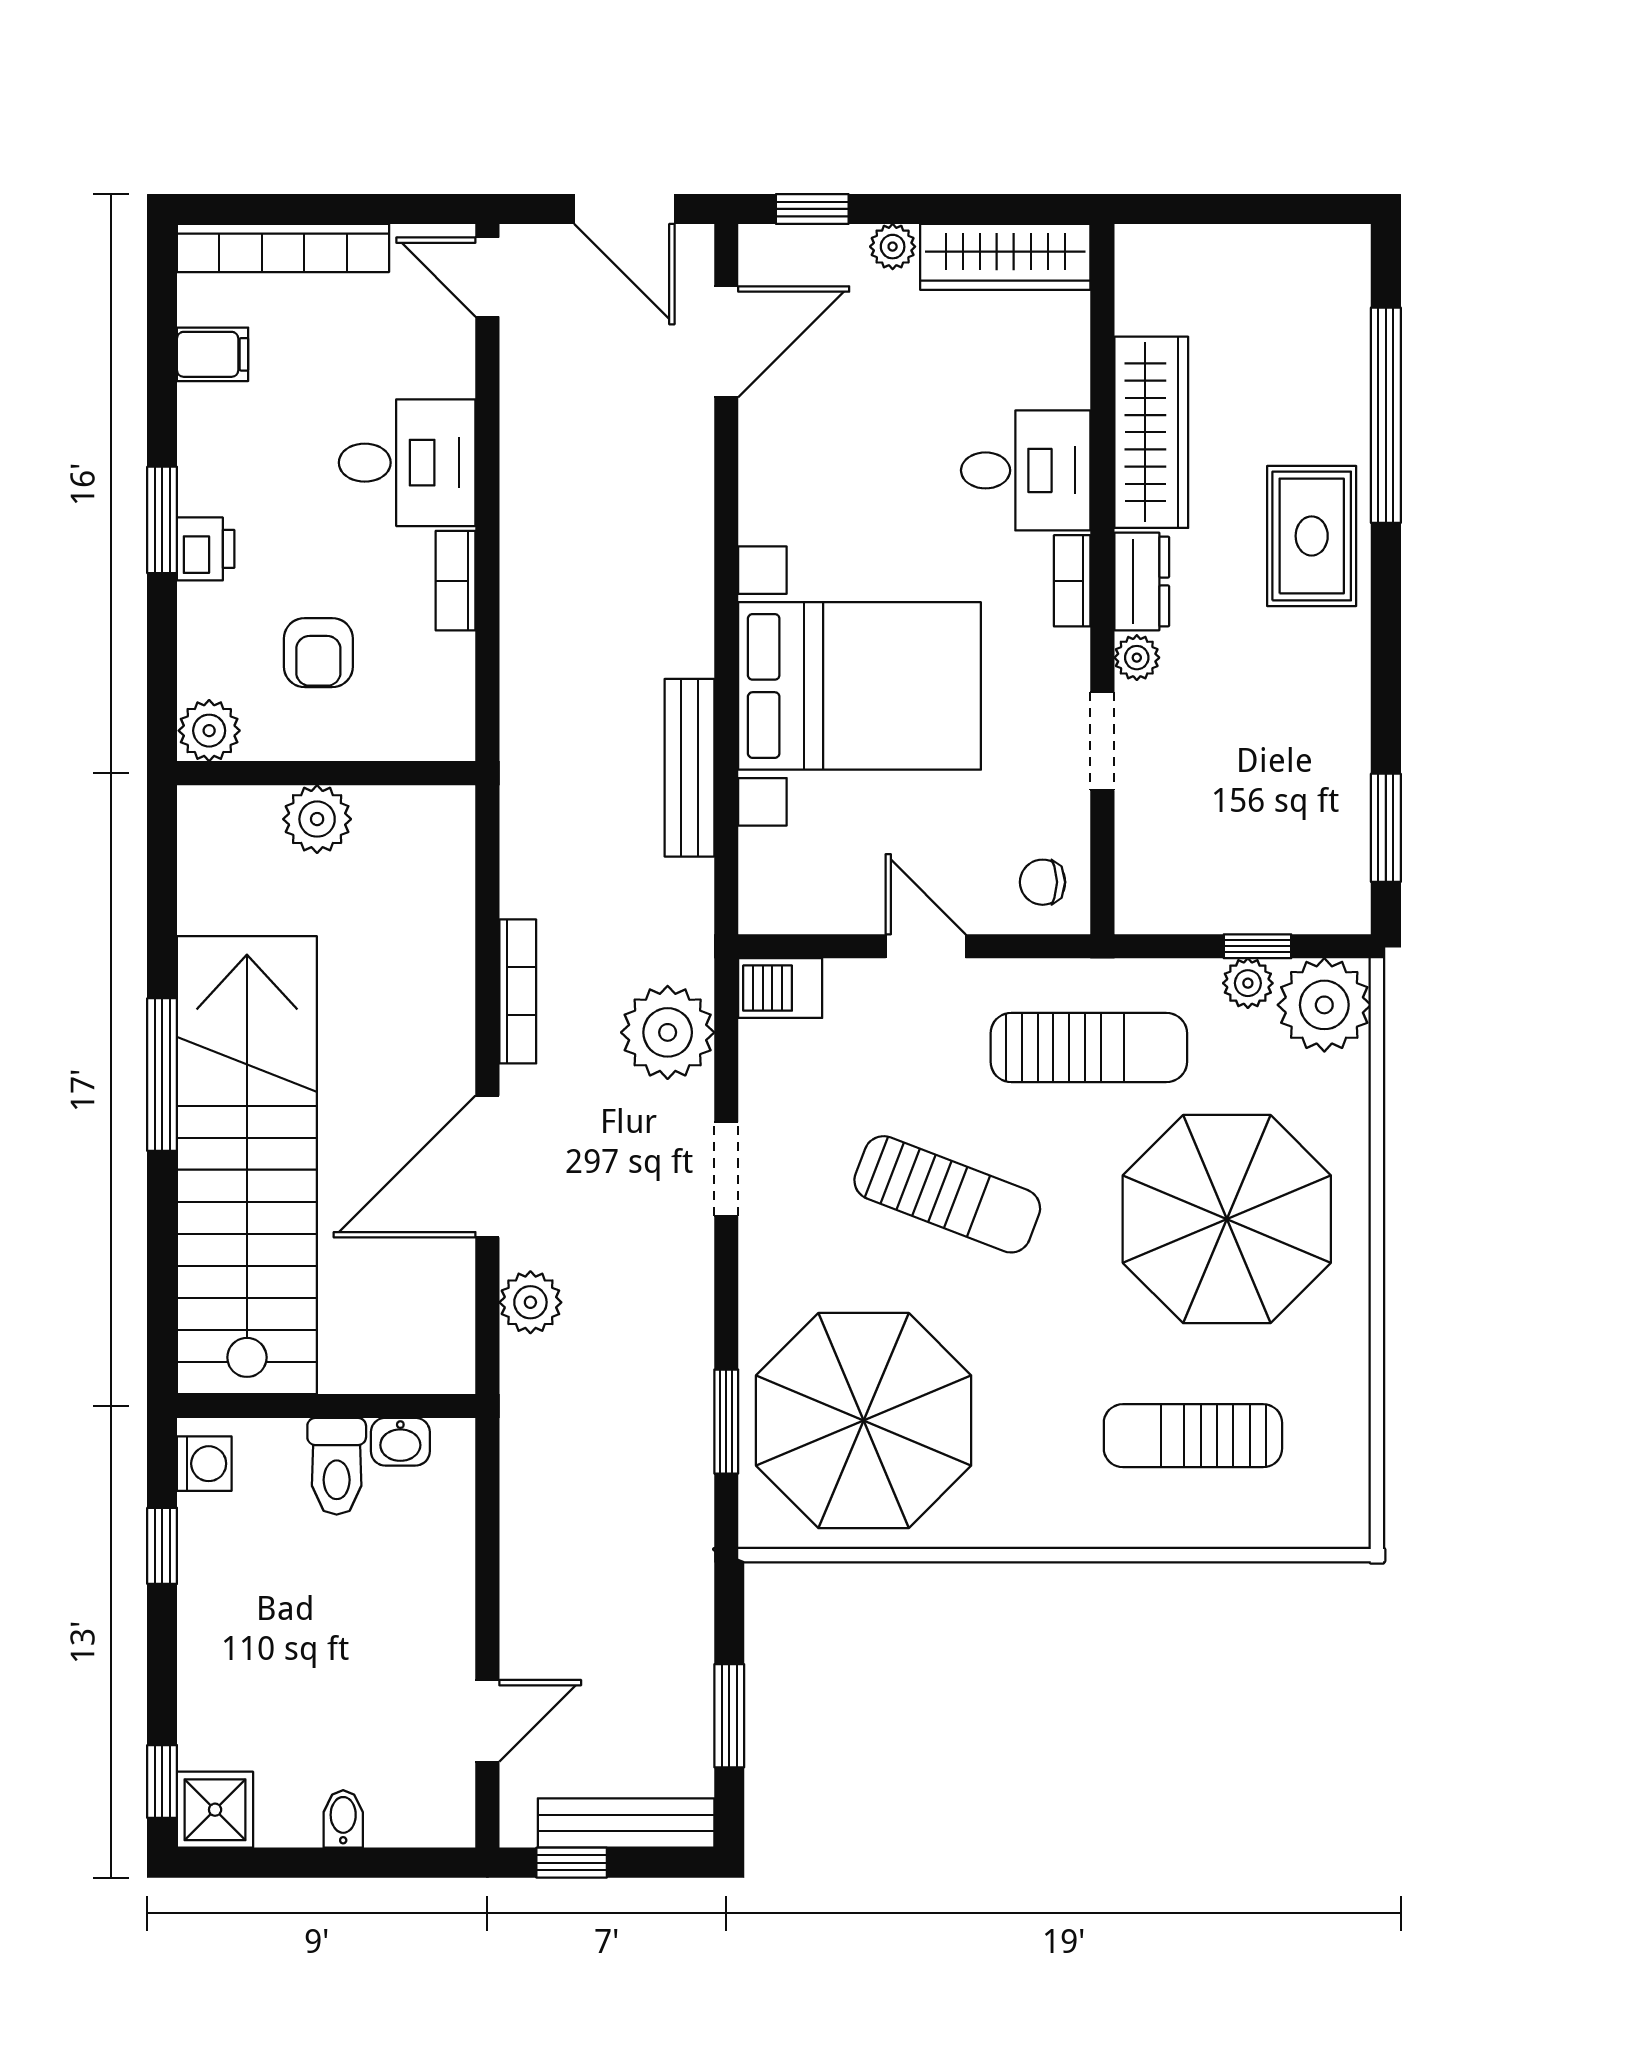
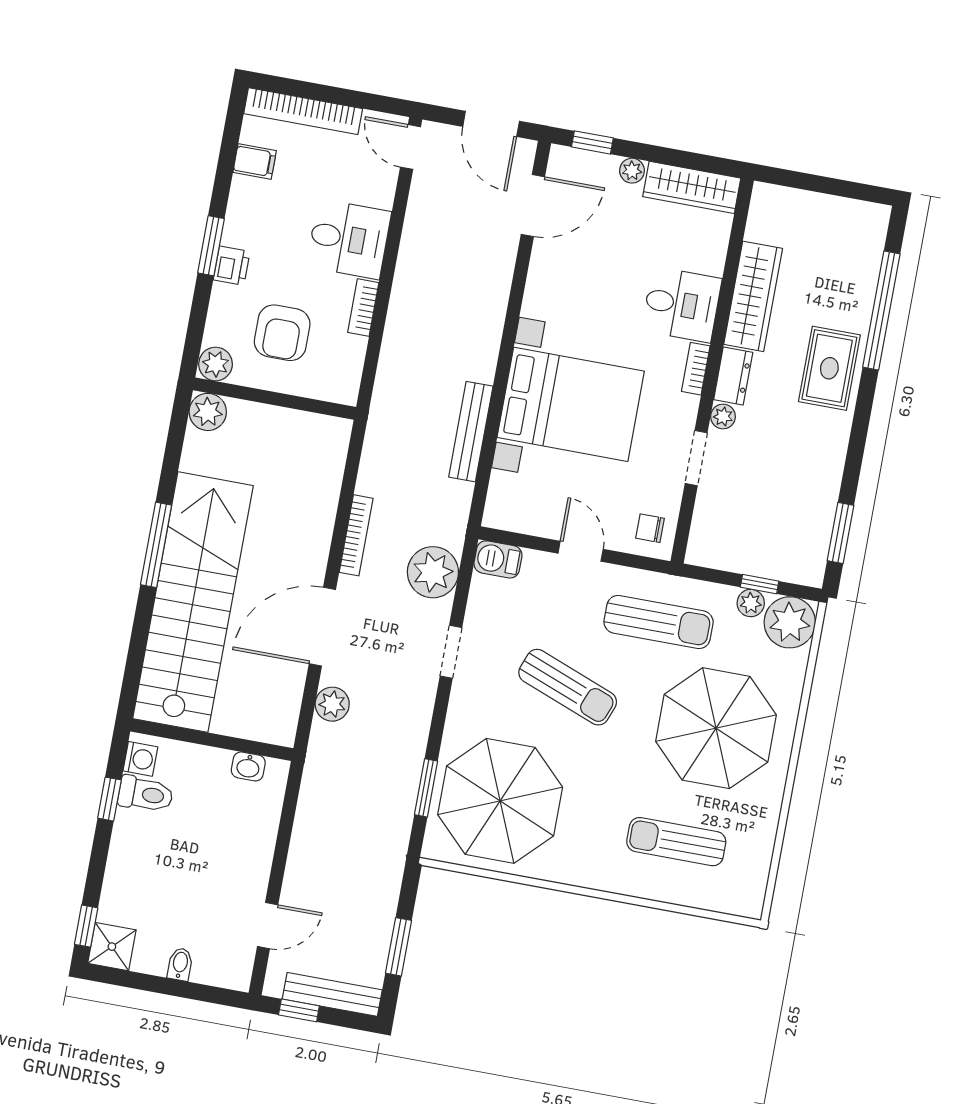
armchair: (318, 653) -> (282, 333), width x1.38, depth x1.38
plant: (317, 819) -> (208, 412), moved
toilet: (337, 1466) -> (146, 794), moved, turned -90

